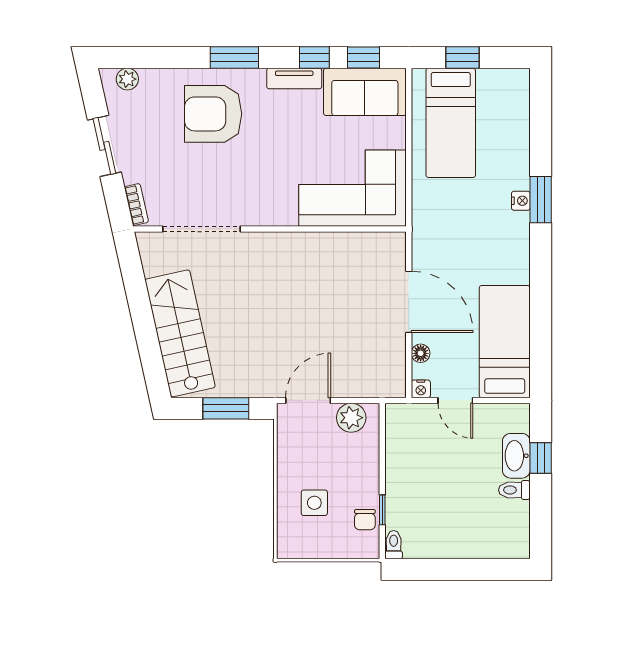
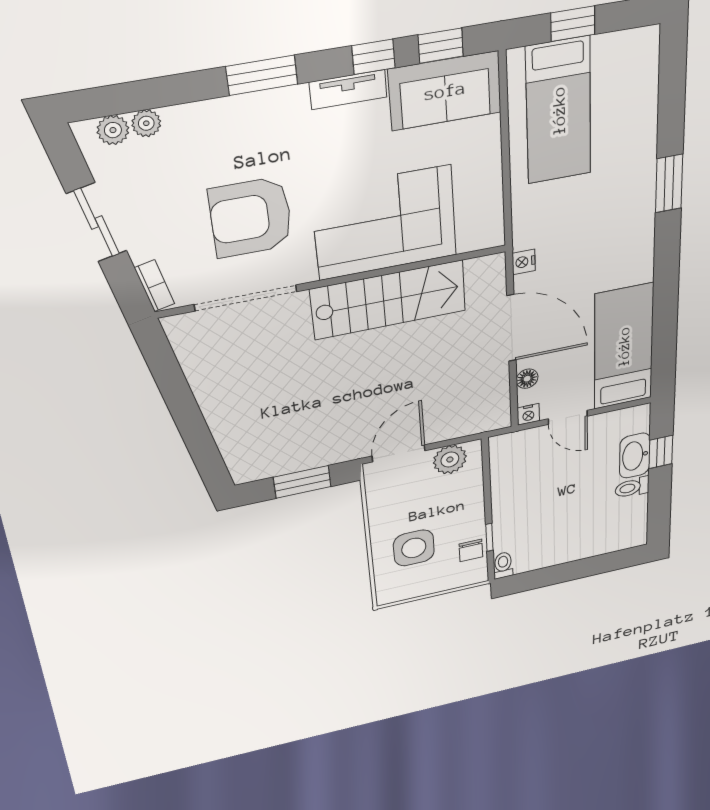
plant: (151, 78) -> (146, 123), added
armchair: (213, 114) -> (251, 217), moved
corner sofa: (352, 188) -> (385, 223), moved
nightstand: (521, 201) -> (524, 262), moved, turned 180
stairs: (180, 333) -> (389, 300), moved, turned 102
side table: (314, 503) -> (414, 548), width x1.37, depth x1.37

